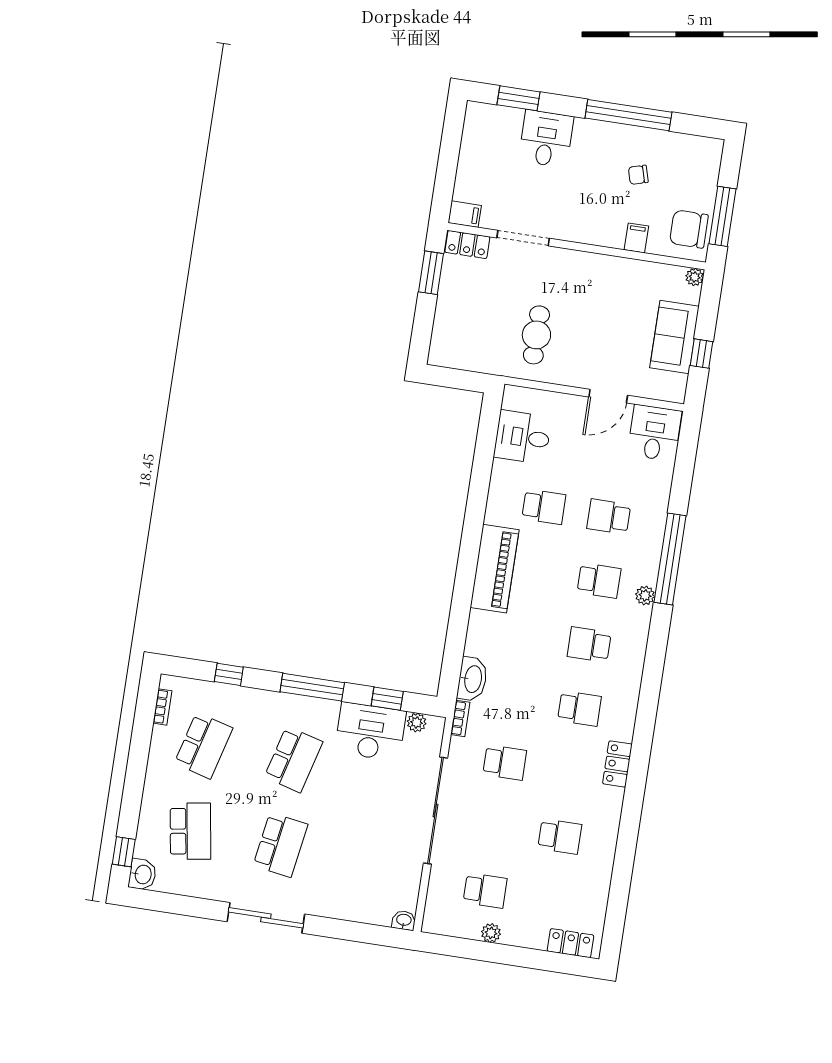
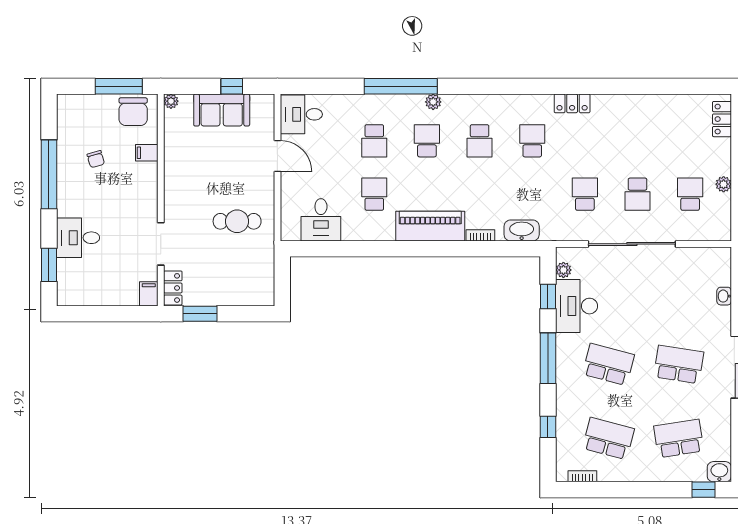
bookcase: (460, 718) -> (480, 235), moved
school desk: (560, 836) -> (637, 194), moved, turned 180
washbasin: (404, 920) -> (724, 296), moved

